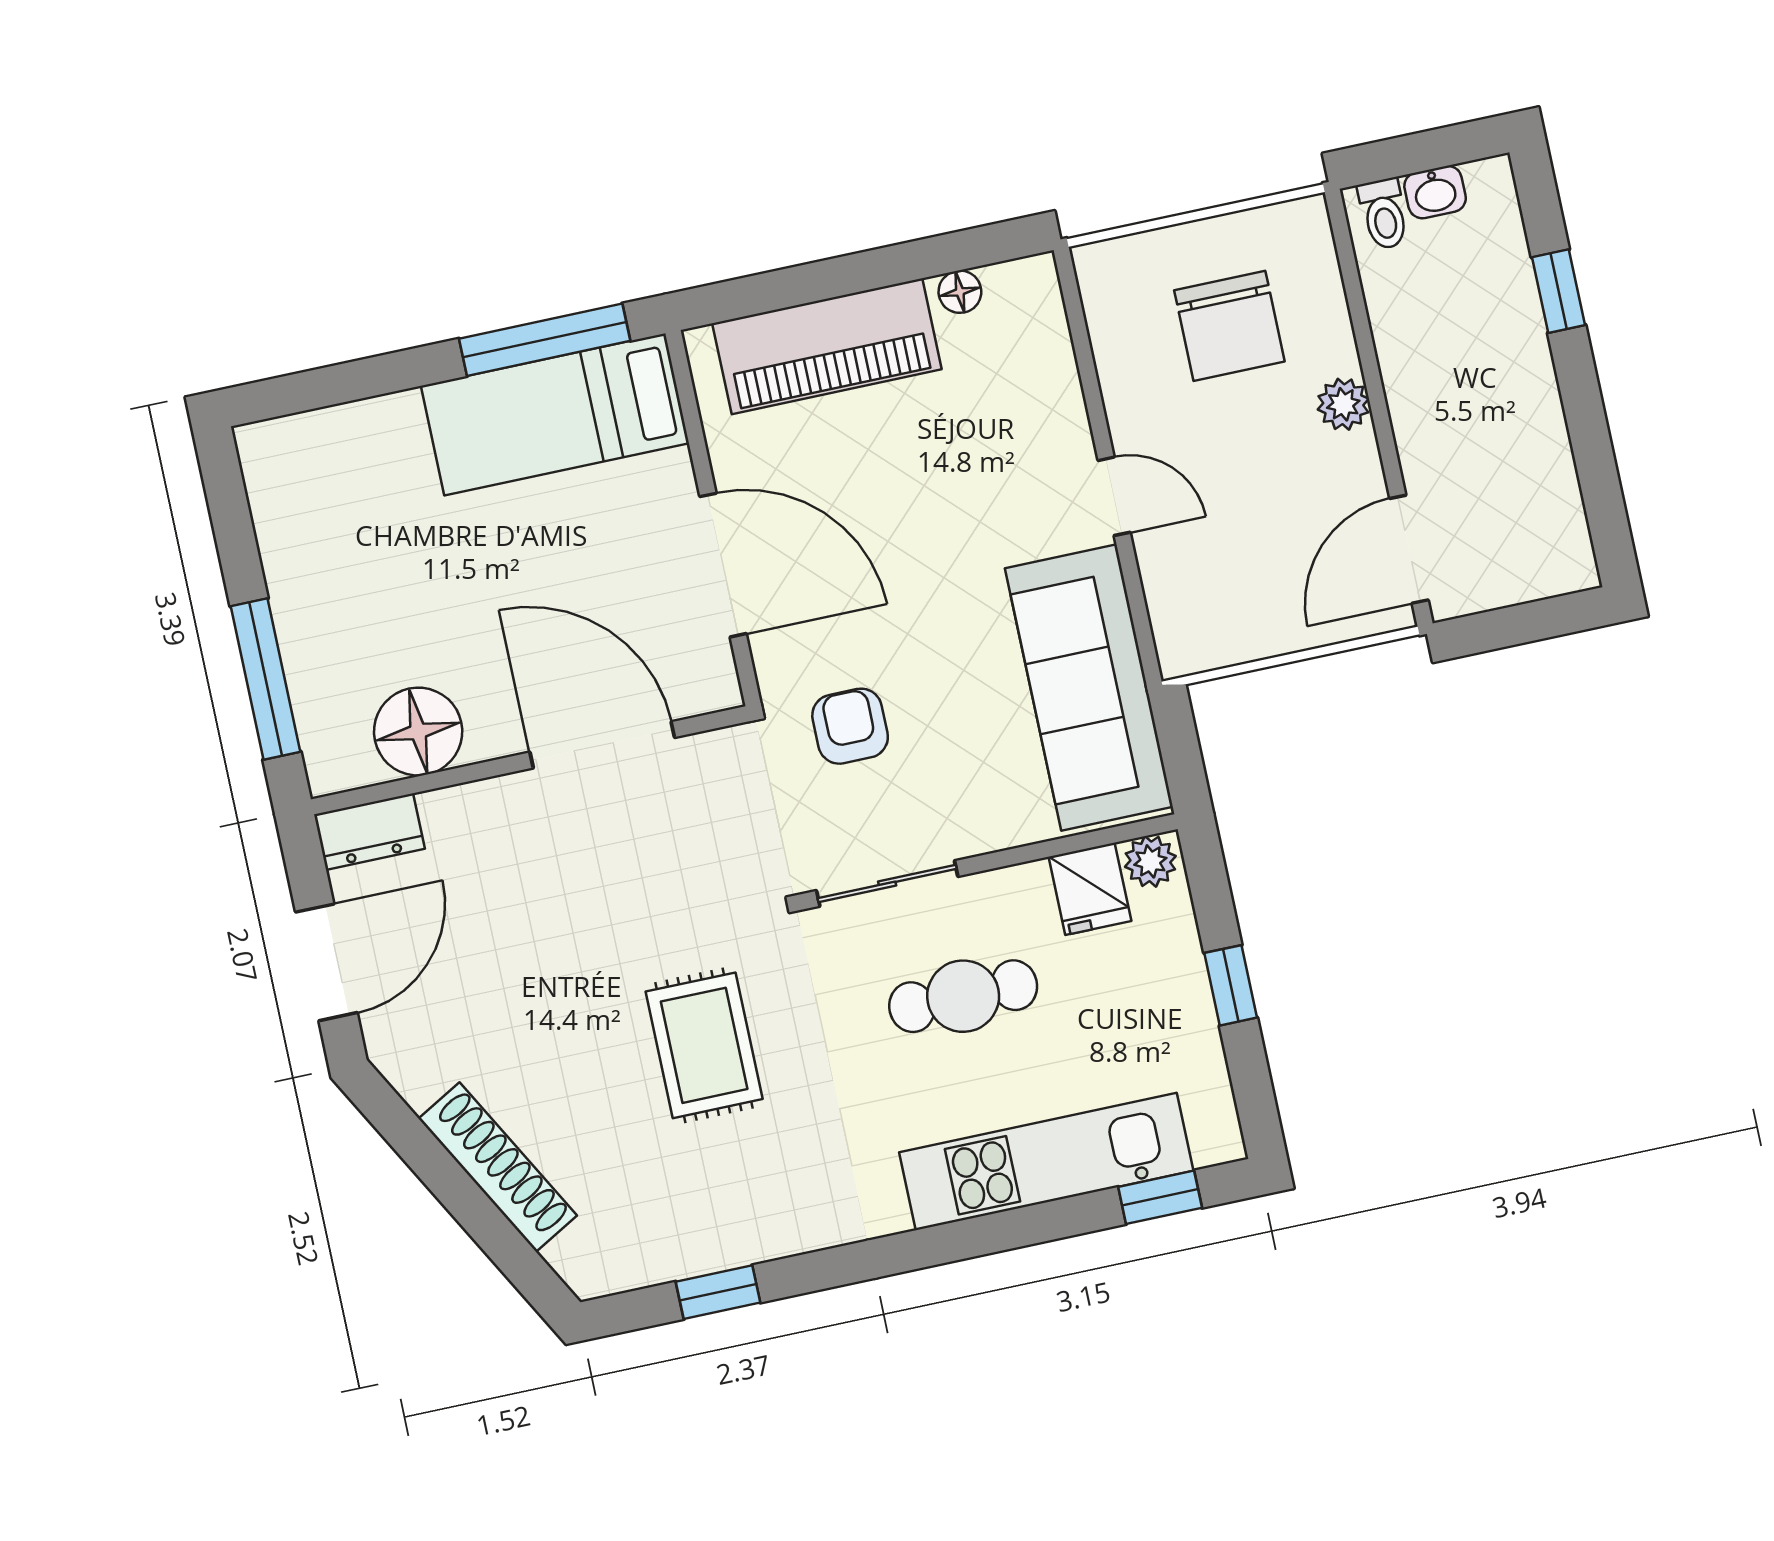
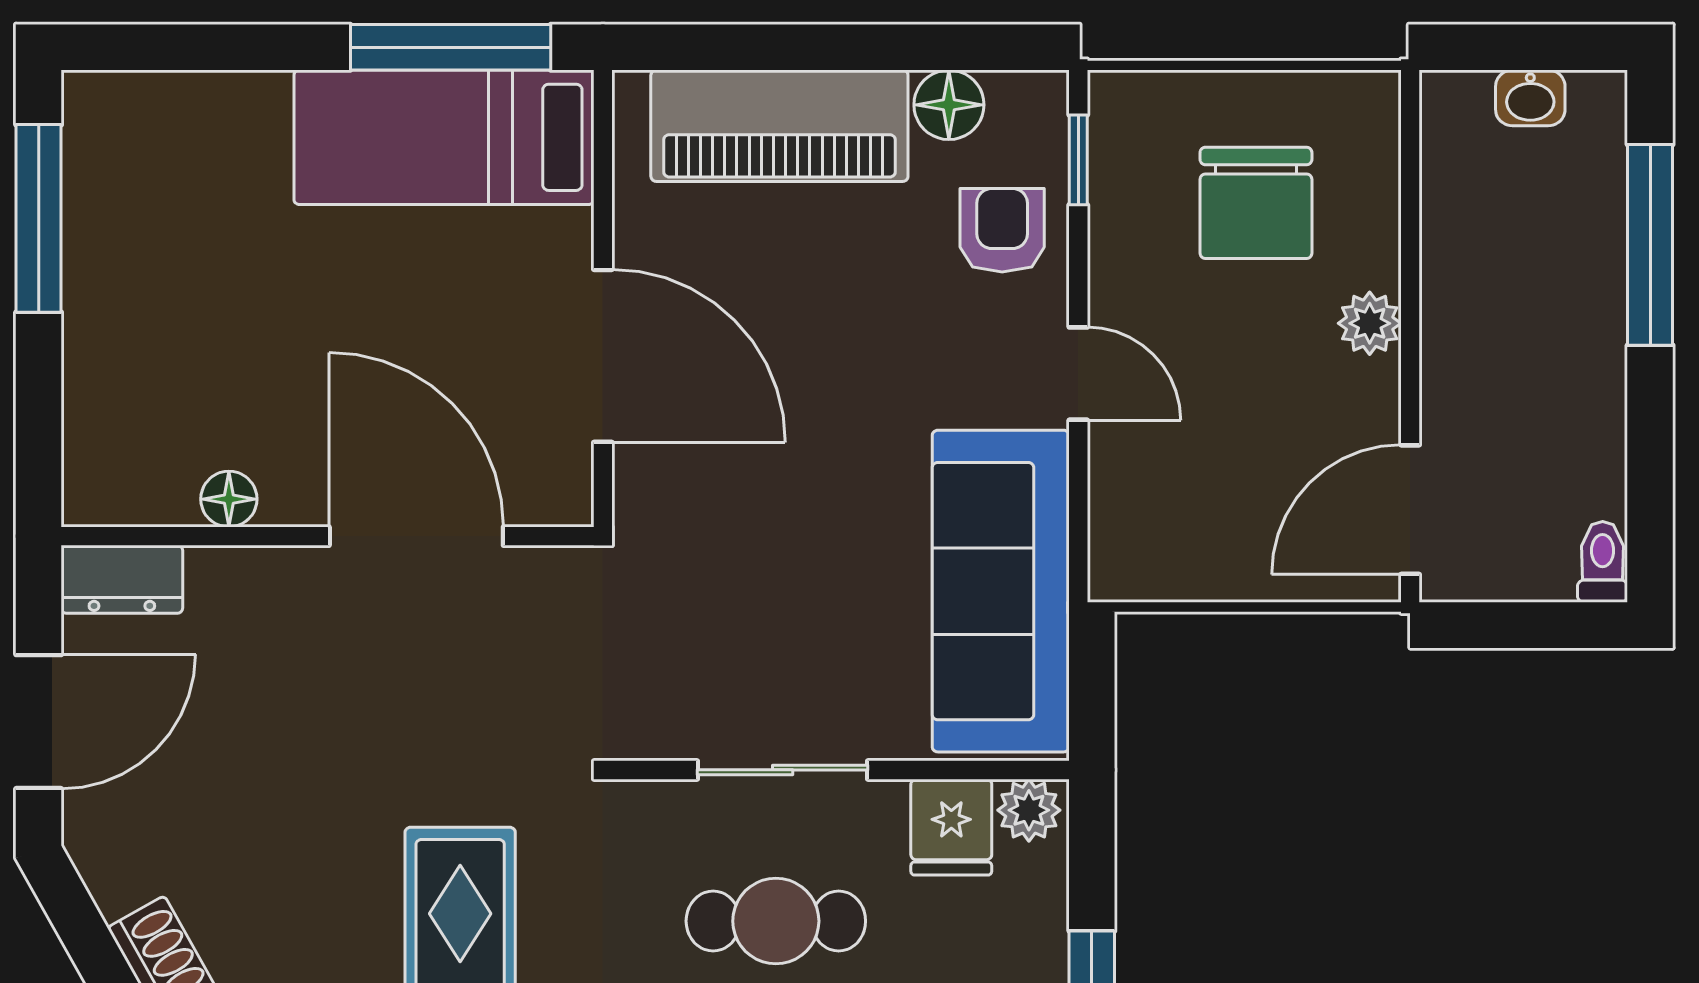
toilet: (1384, 214) -> (1603, 562), moved, turned 180
window: (1559, 291) -> (1650, 245), width x2.17
floor lamp: (960, 292) -> (949, 105), width x1.37, depth x1.37
window: (1077, 322) -> (1078, 160), added
window: (266, 679) -> (39, 218), moved
armchair: (850, 726) -> (1002, 230), moved
floor lamp: (418, 732) -> (229, 499), width x0.53, depth x0.53
sliding door: (887, 883) -> (783, 770), moved

